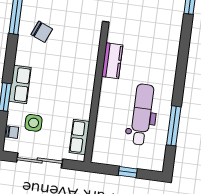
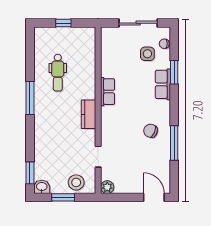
dental chair: (142, 114) -> (58, 73), width x0.73, depth x0.72
window: (174, 126) -> (30, 98), moved
row of seats: (79, 137) -> (108, 92), moved

